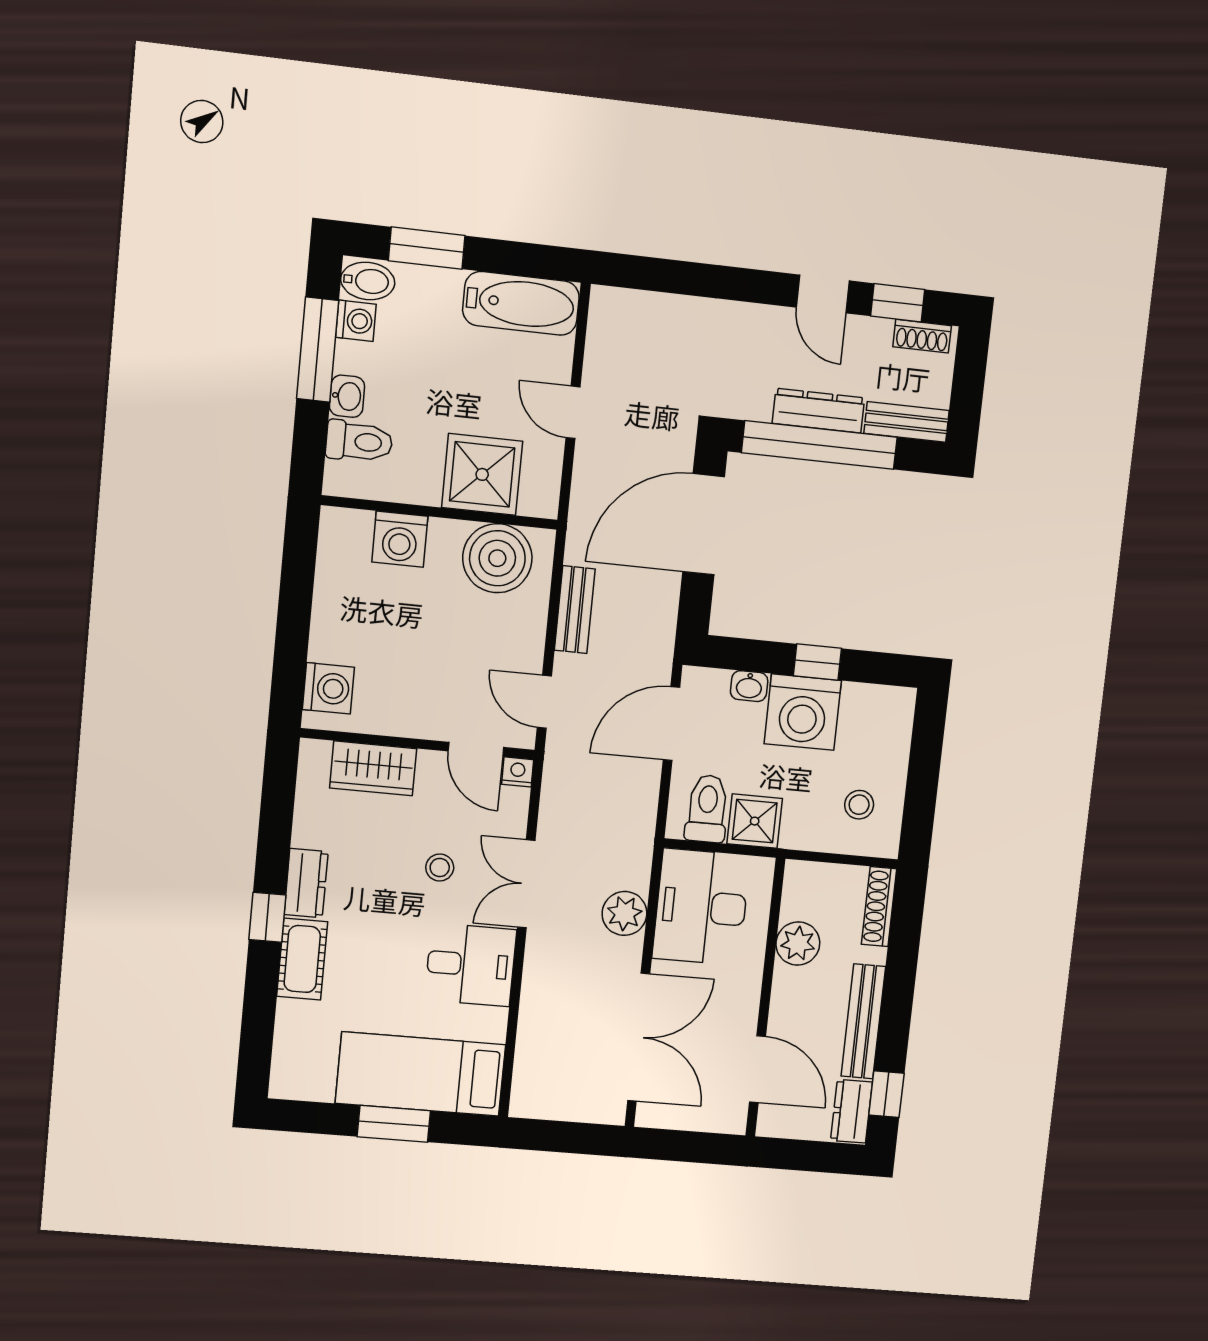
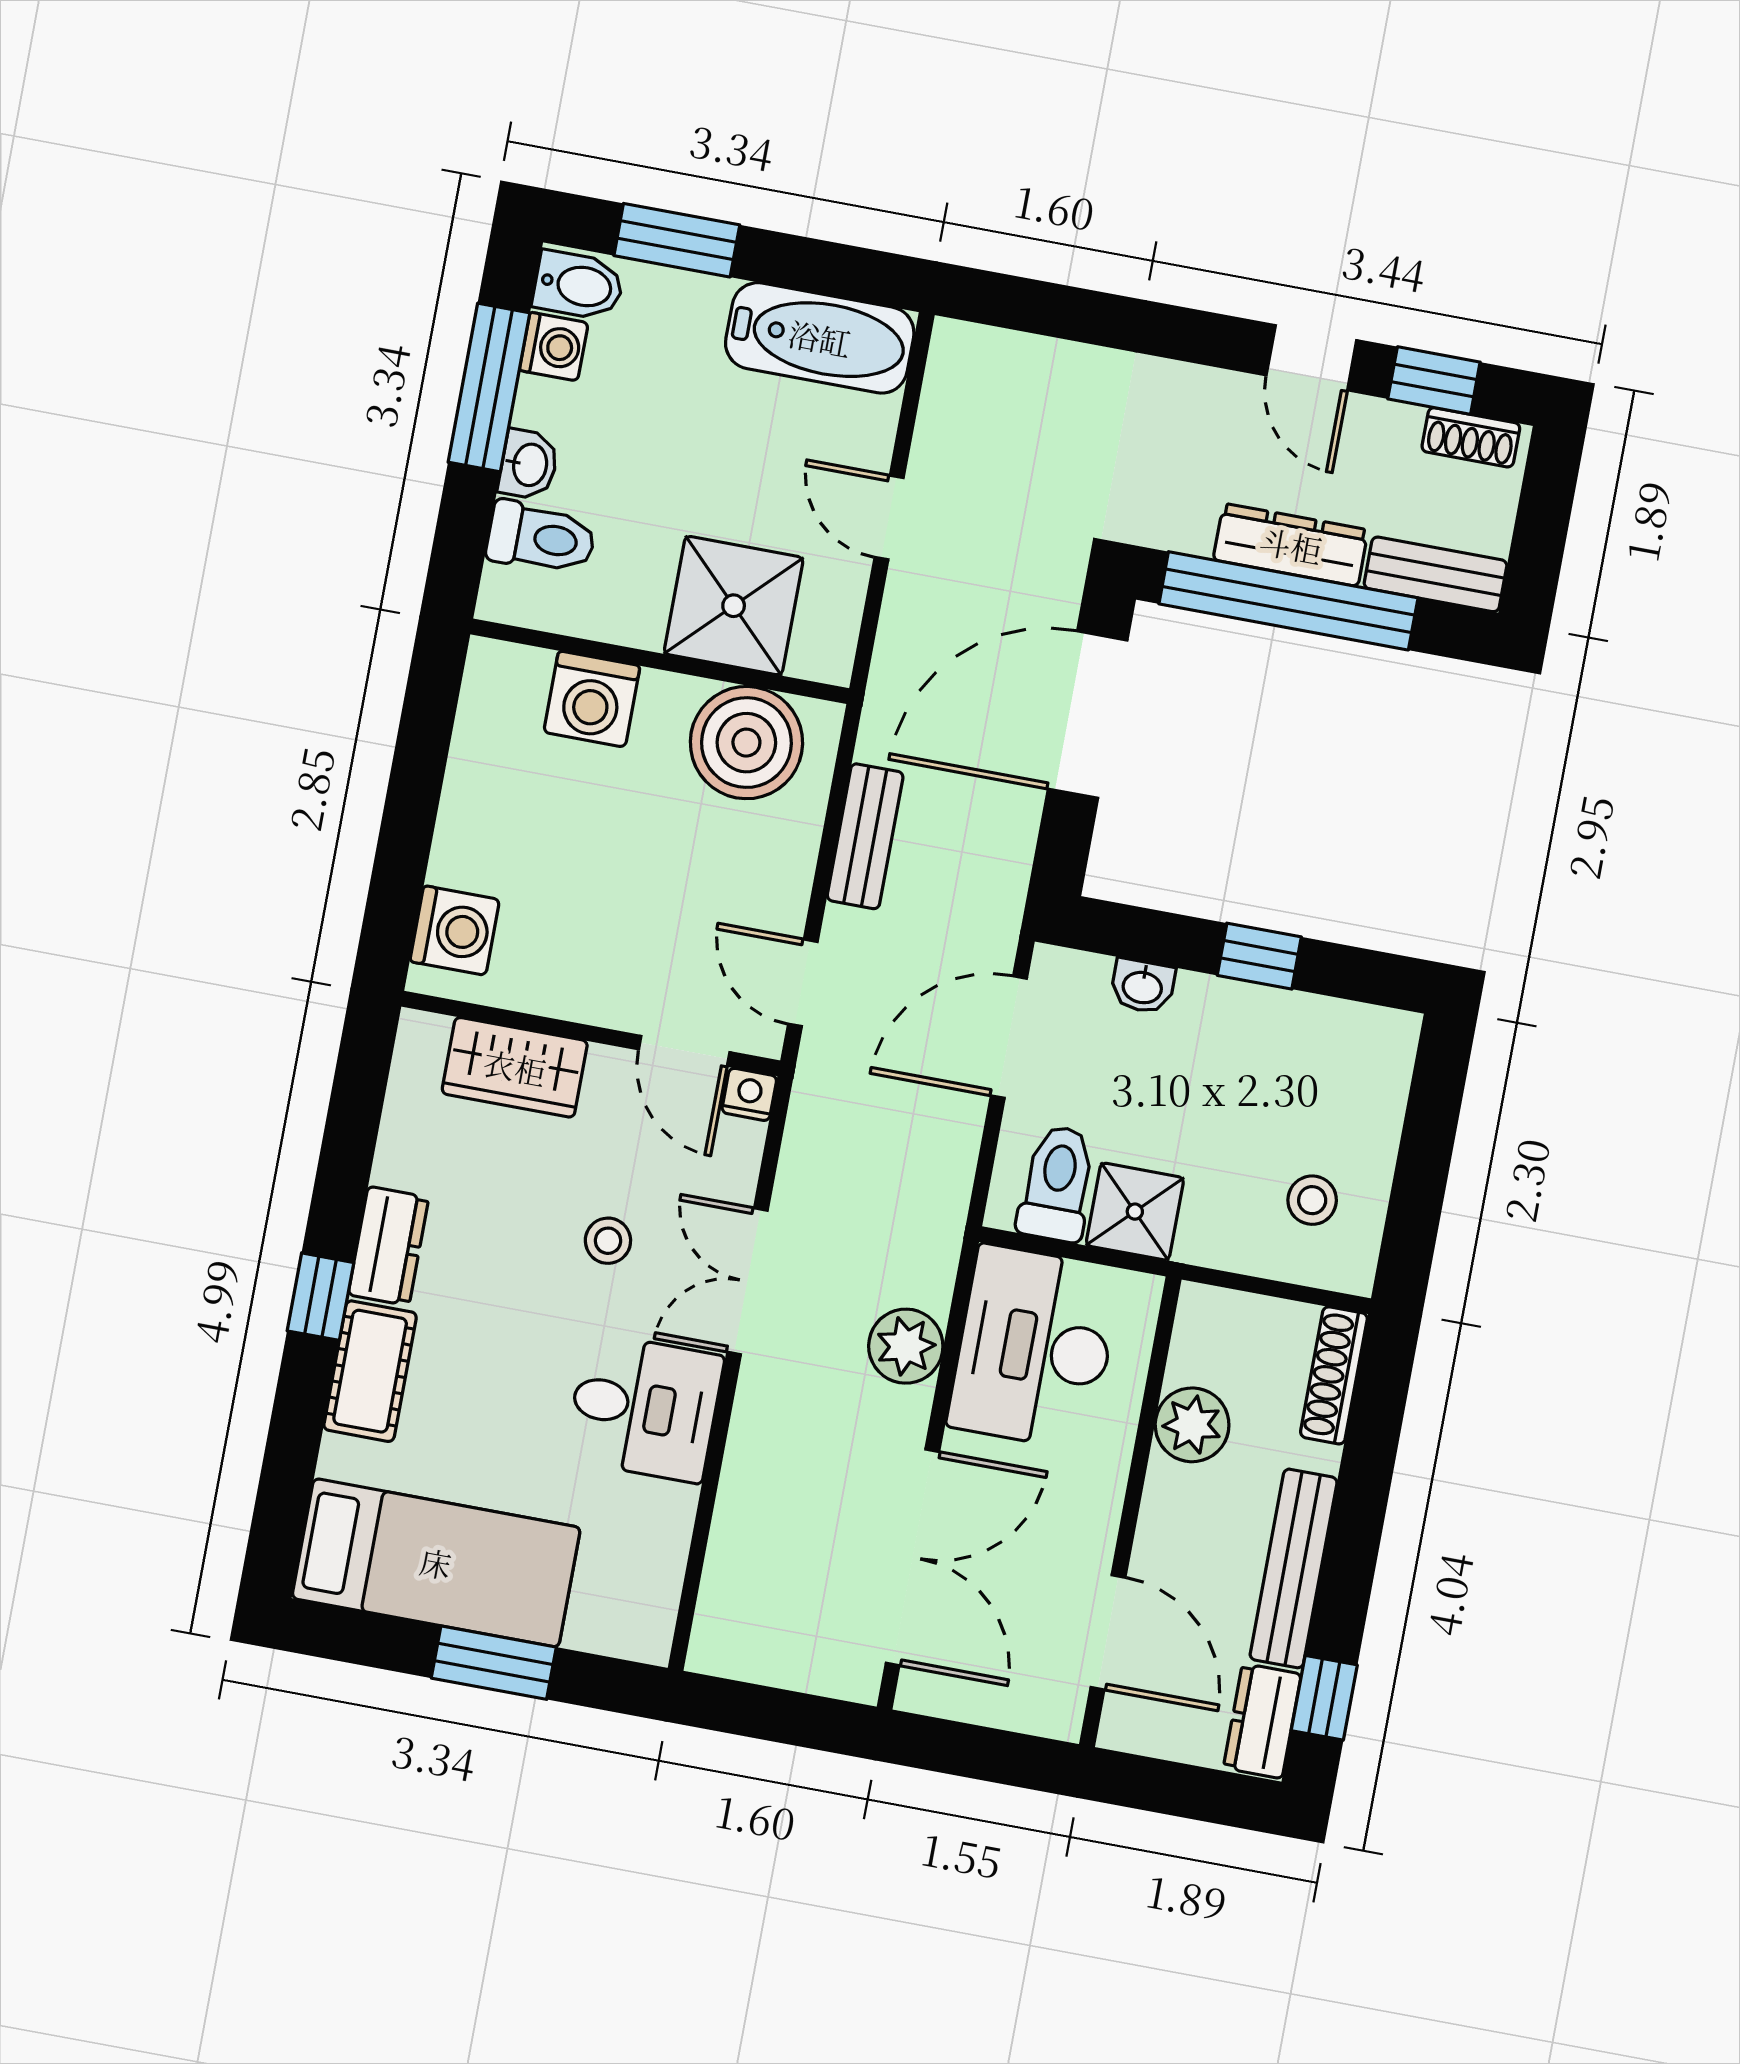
washing machine: (803, 712) -> (1229, 1037), removed
bed: (421, 1074) -> (436, 1563), moved, turned 180

